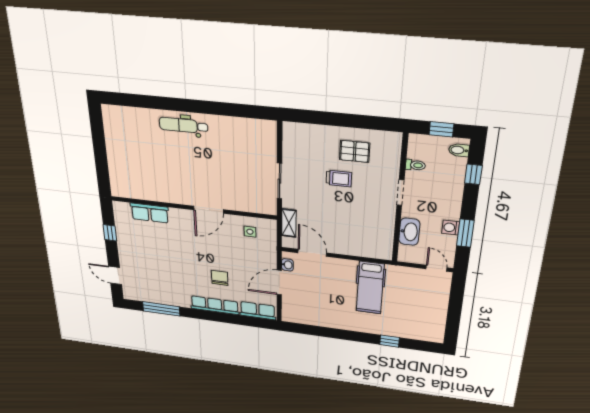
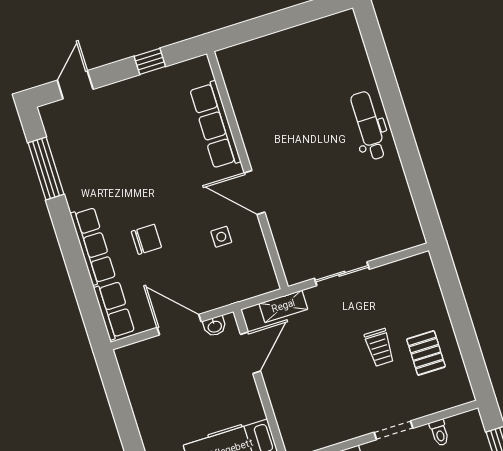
row of seats: (150, 213) -> (215, 125), width x1.48
side table: (250, 232) -> (221, 237), moved

